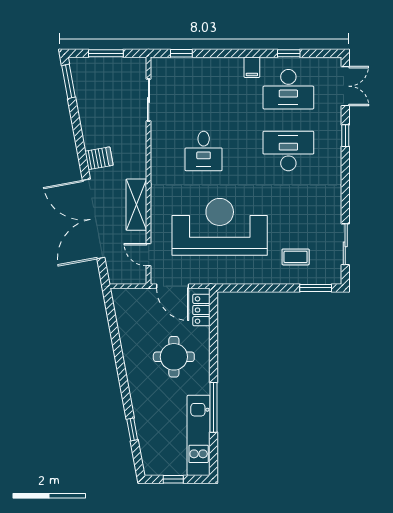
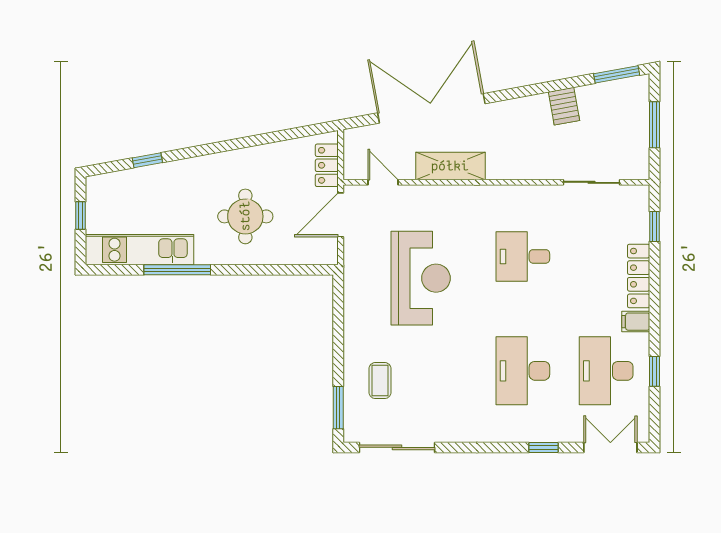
locker: (218, 65) -> (639, 276), added
double door: (345, 86) -> (610, 447), swing flipped
desk: (288, 151) -> (523, 371), turned 180
server rack: (99, 158) -> (564, 106), moved
reception desk: (220, 227) -> (421, 278), width x0.74, depth x0.77
sliding door: (345, 244) -> (397, 447), width x1.37
door: (149, 255) -> (383, 182), hinge flipped
locker: (201, 310) -> (327, 165), moved, turned -90

